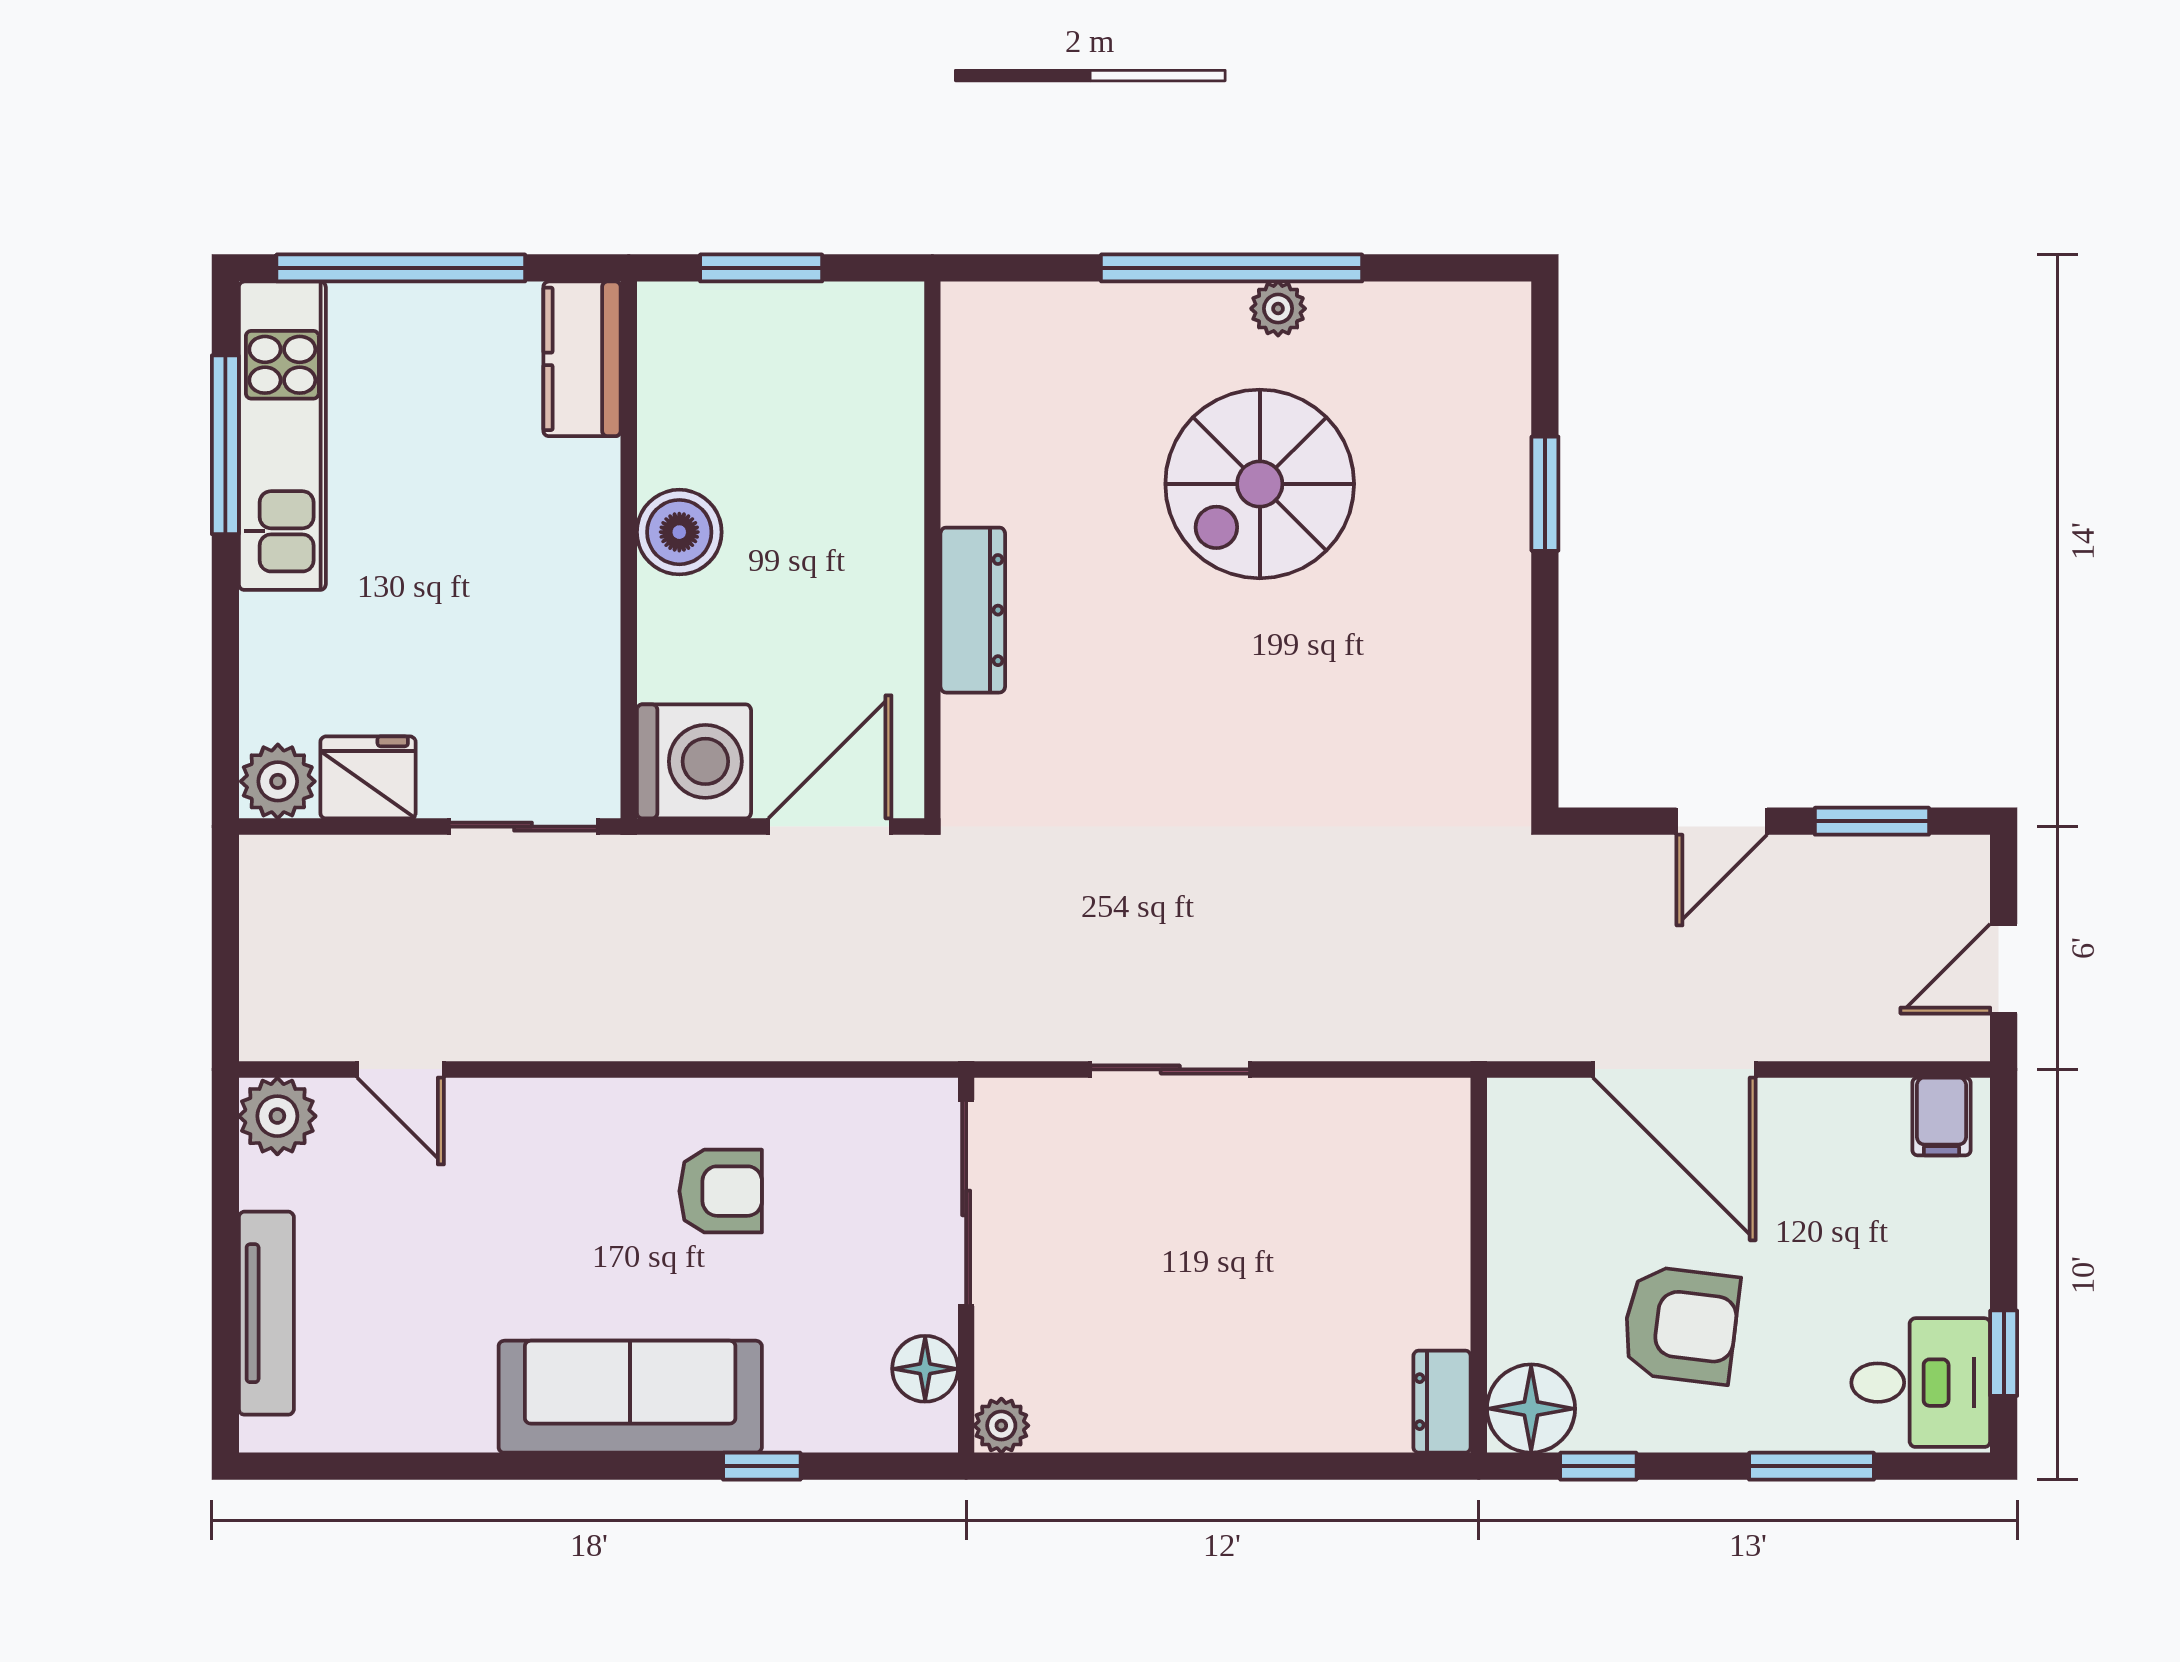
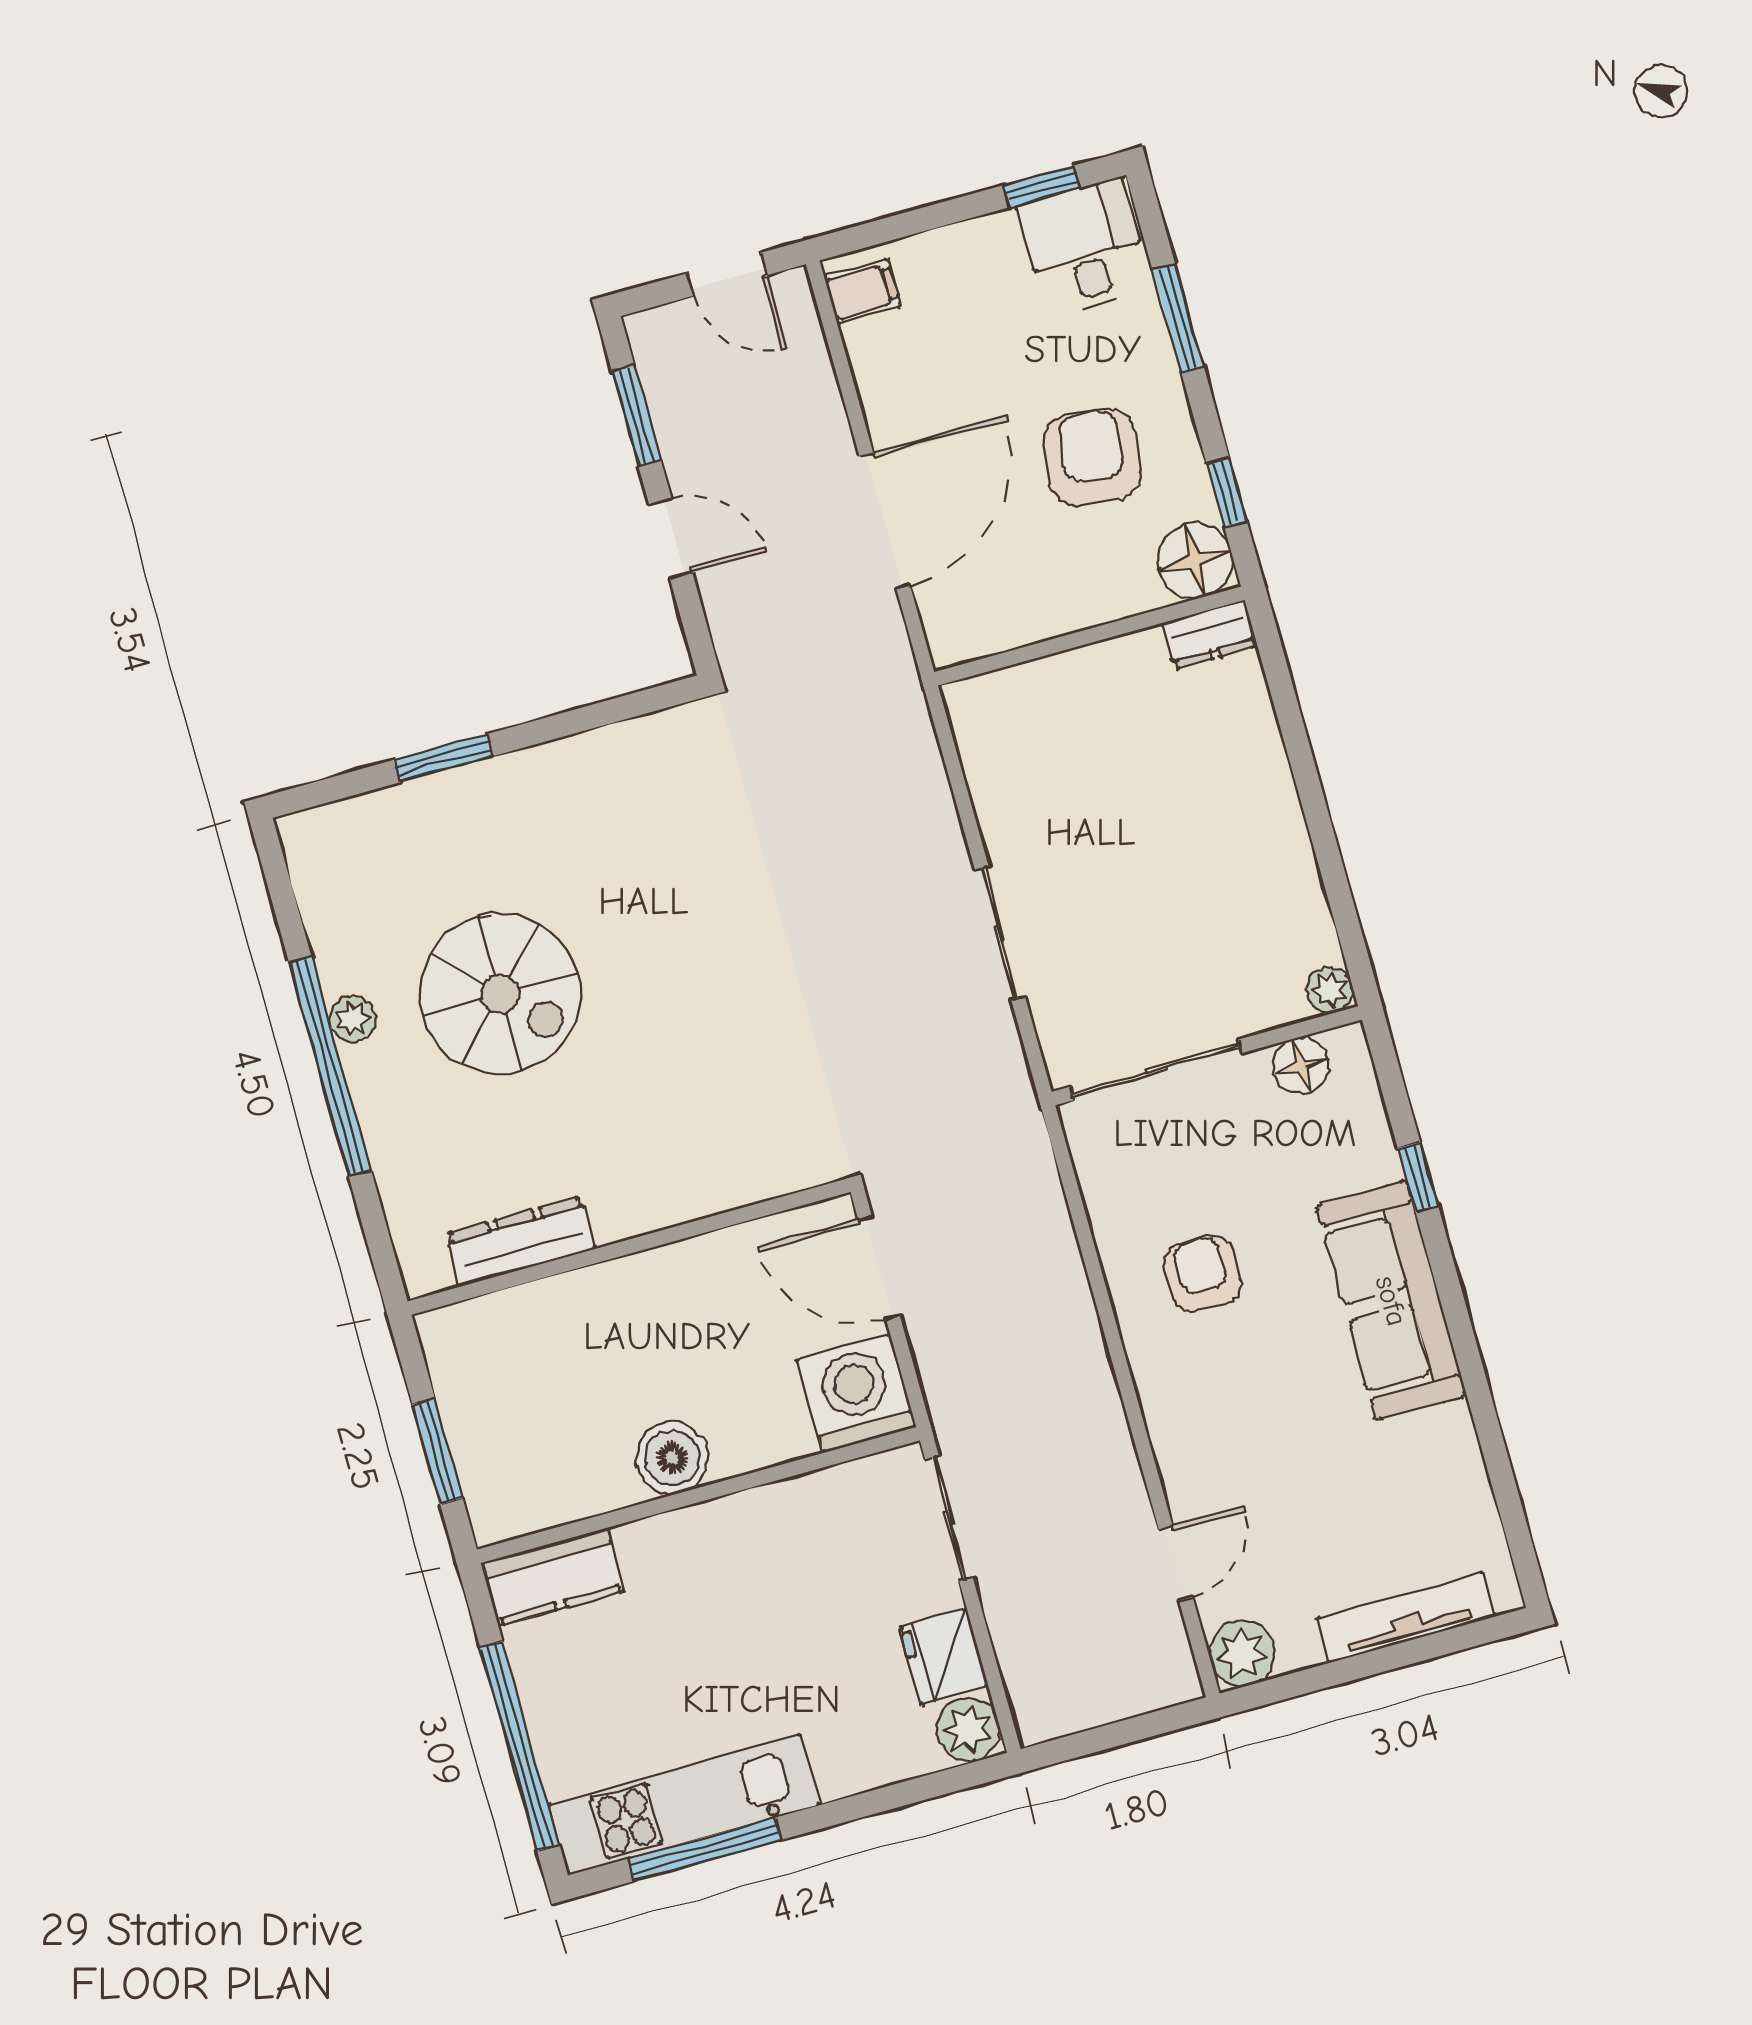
dresser: (973, 610) -> (521, 1241), moved

